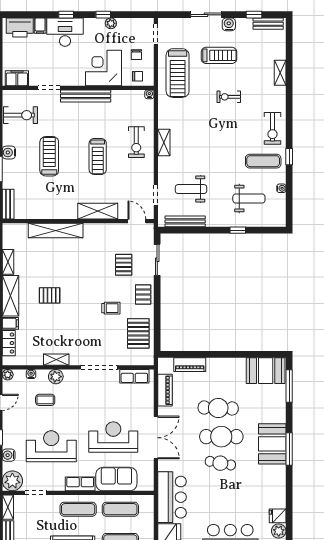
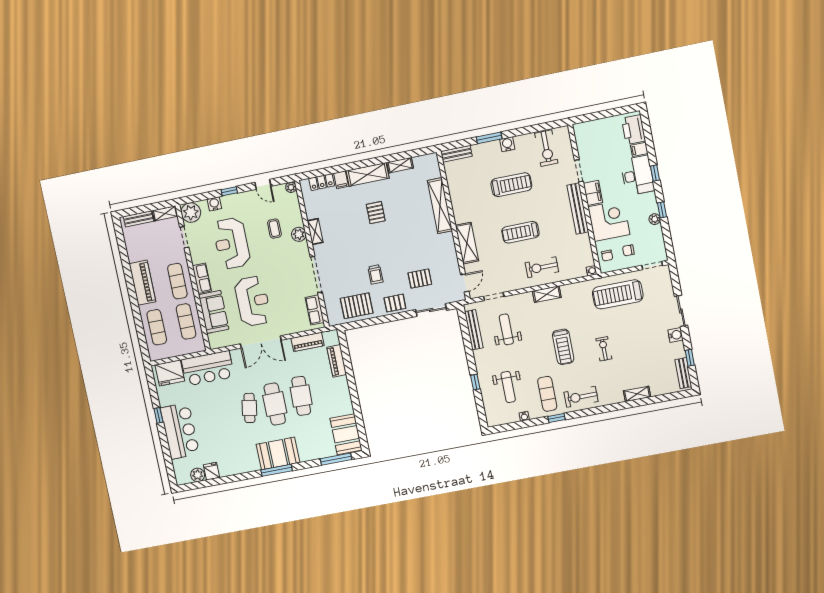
treadmill: (219, 55) -> (563, 347), moved
filing cabinet: (17, 78) -> (593, 193), moved
water cooler: (31, 374) -> (296, 210), removed
reception desk: (51, 446) -> (231, 243), turned 180

